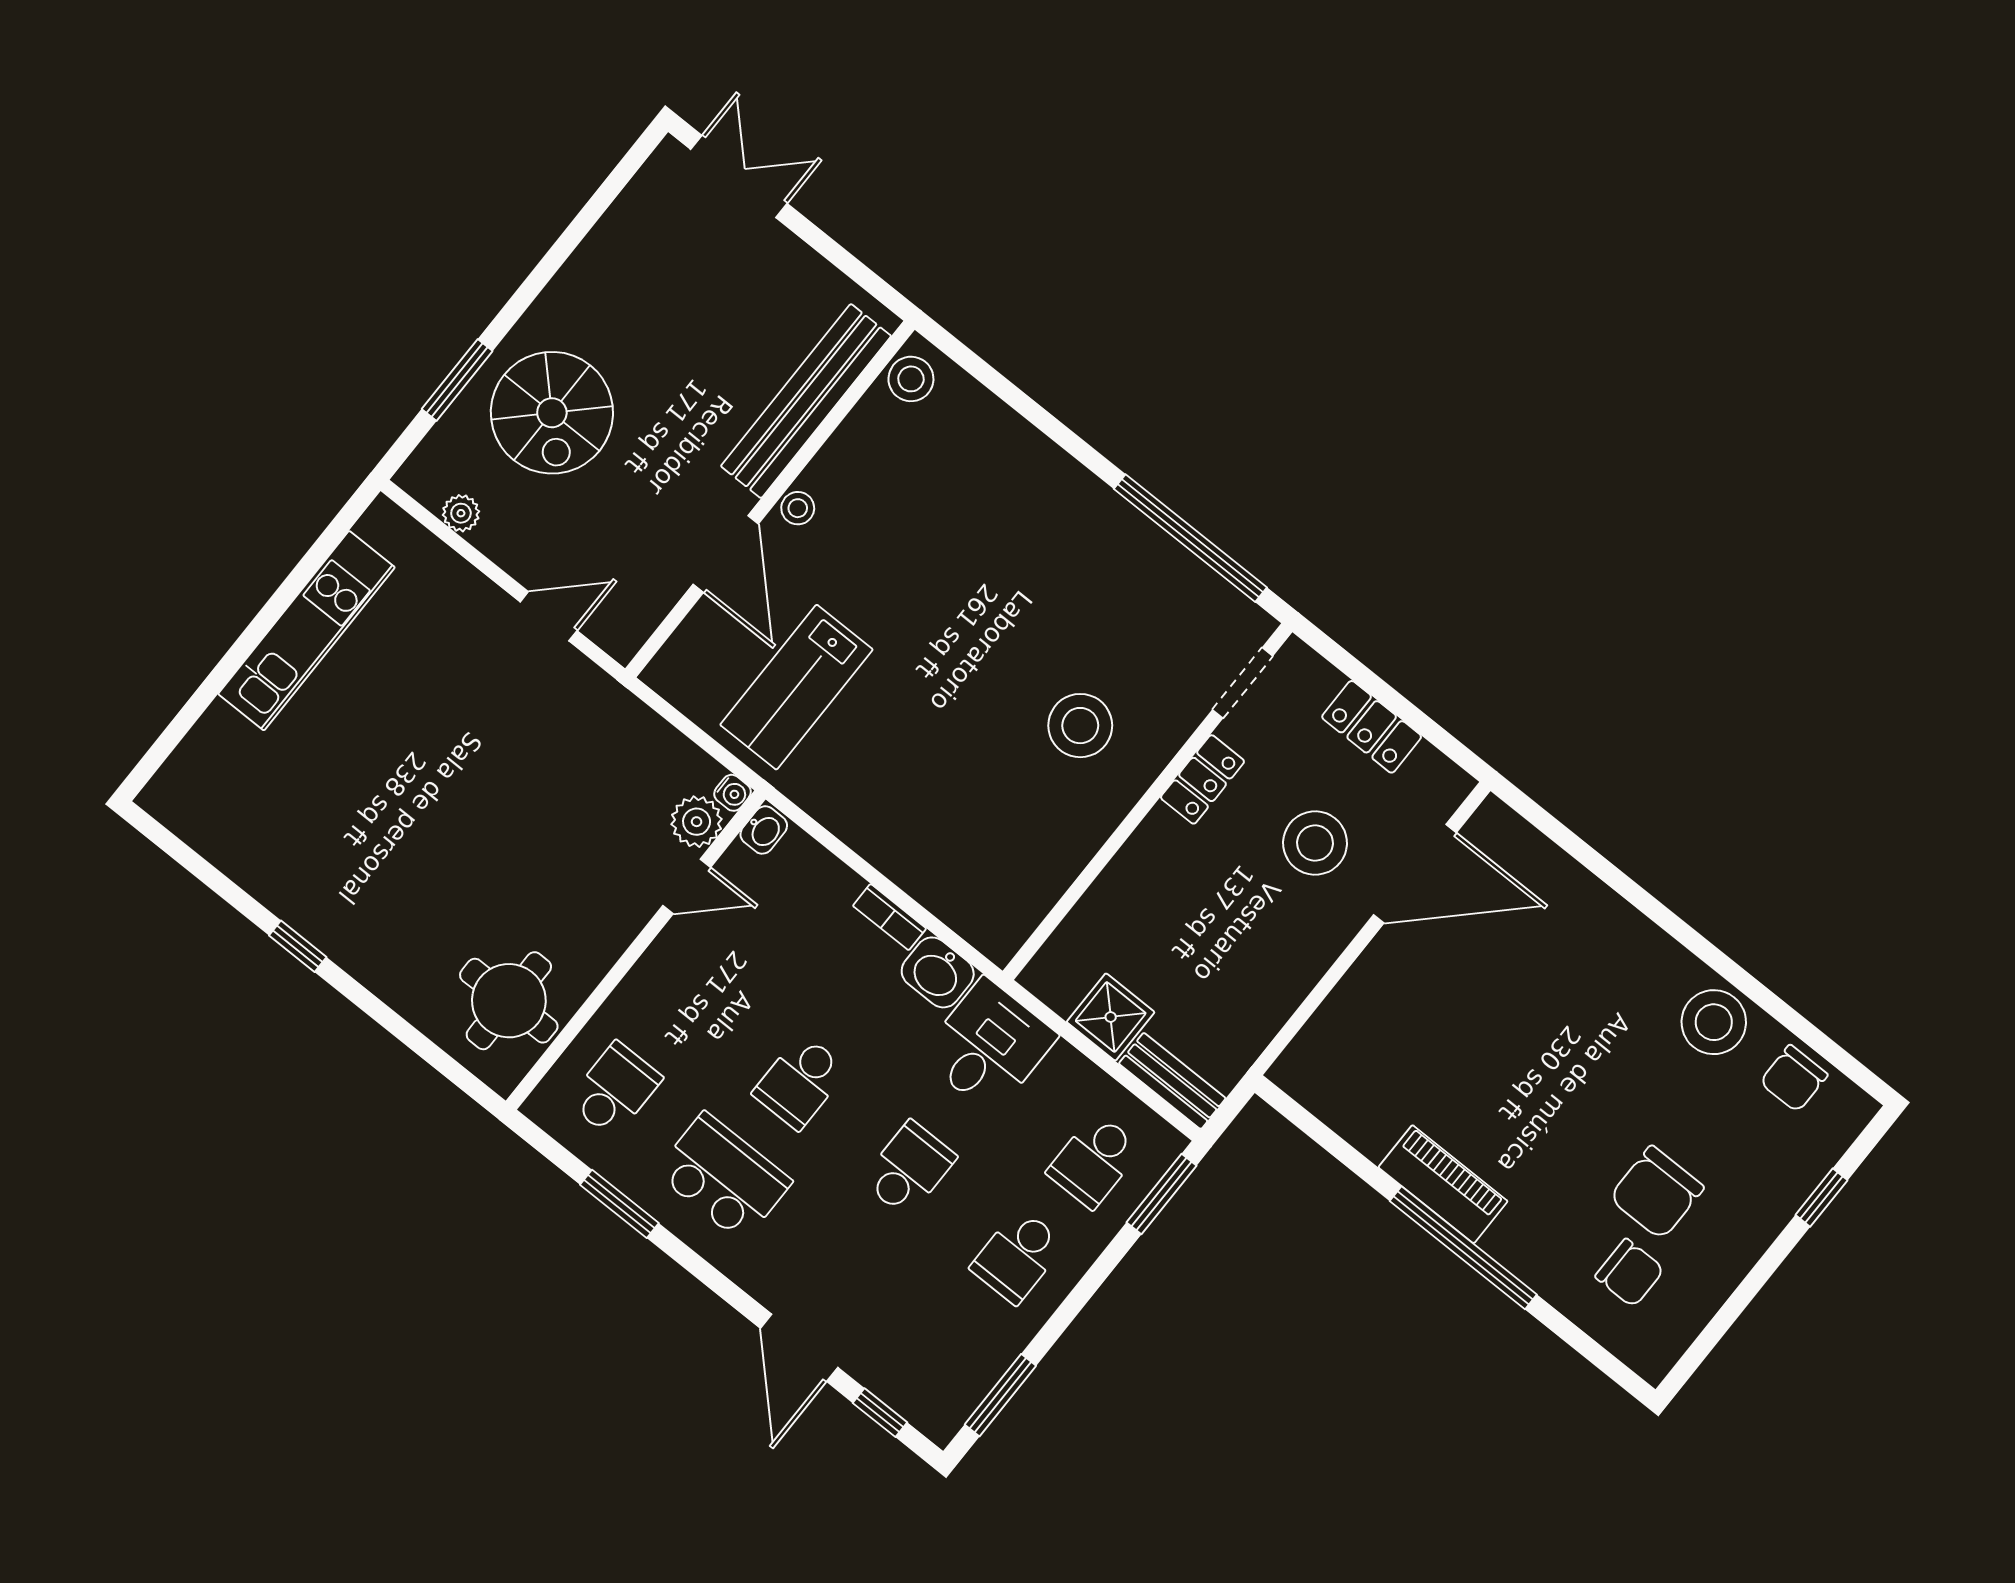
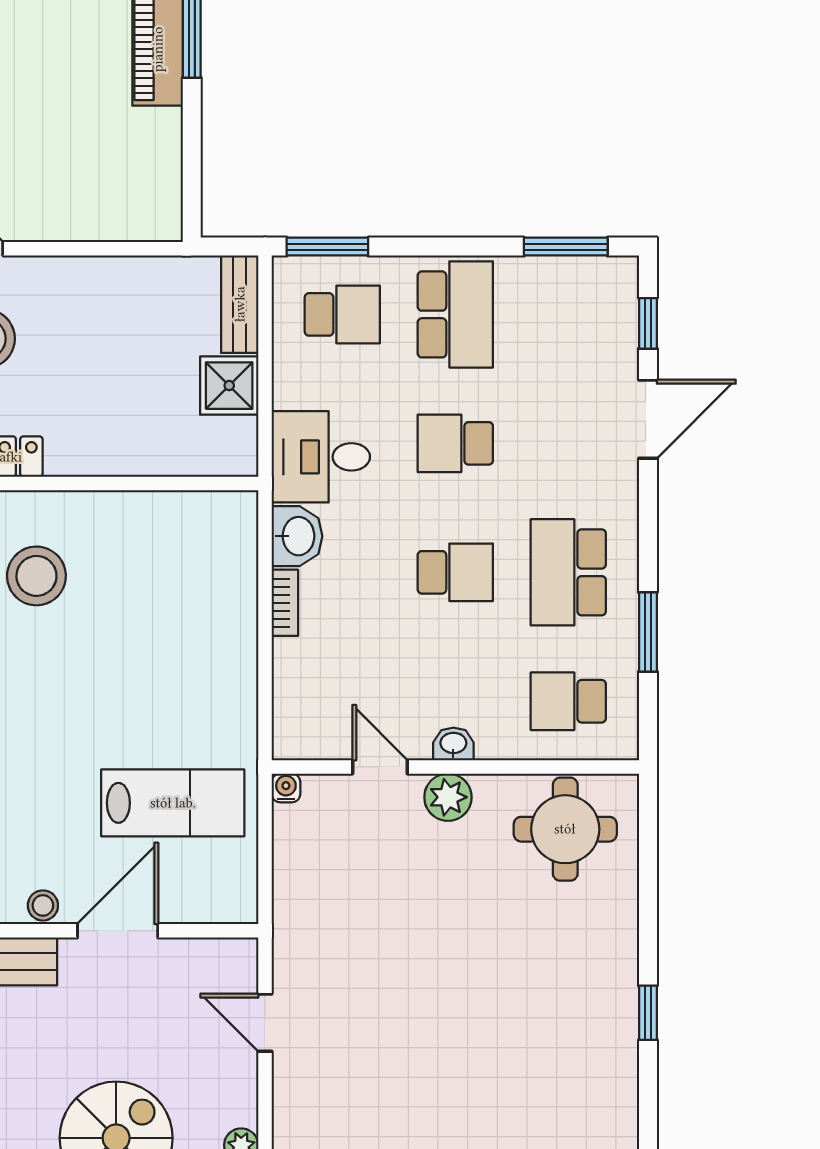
plant: (697, 822) -> (448, 797), moved
washbasin: (764, 830) -> (453, 744), moved
school desk: (1018, 1256) -> (455, 314), width x1.85

